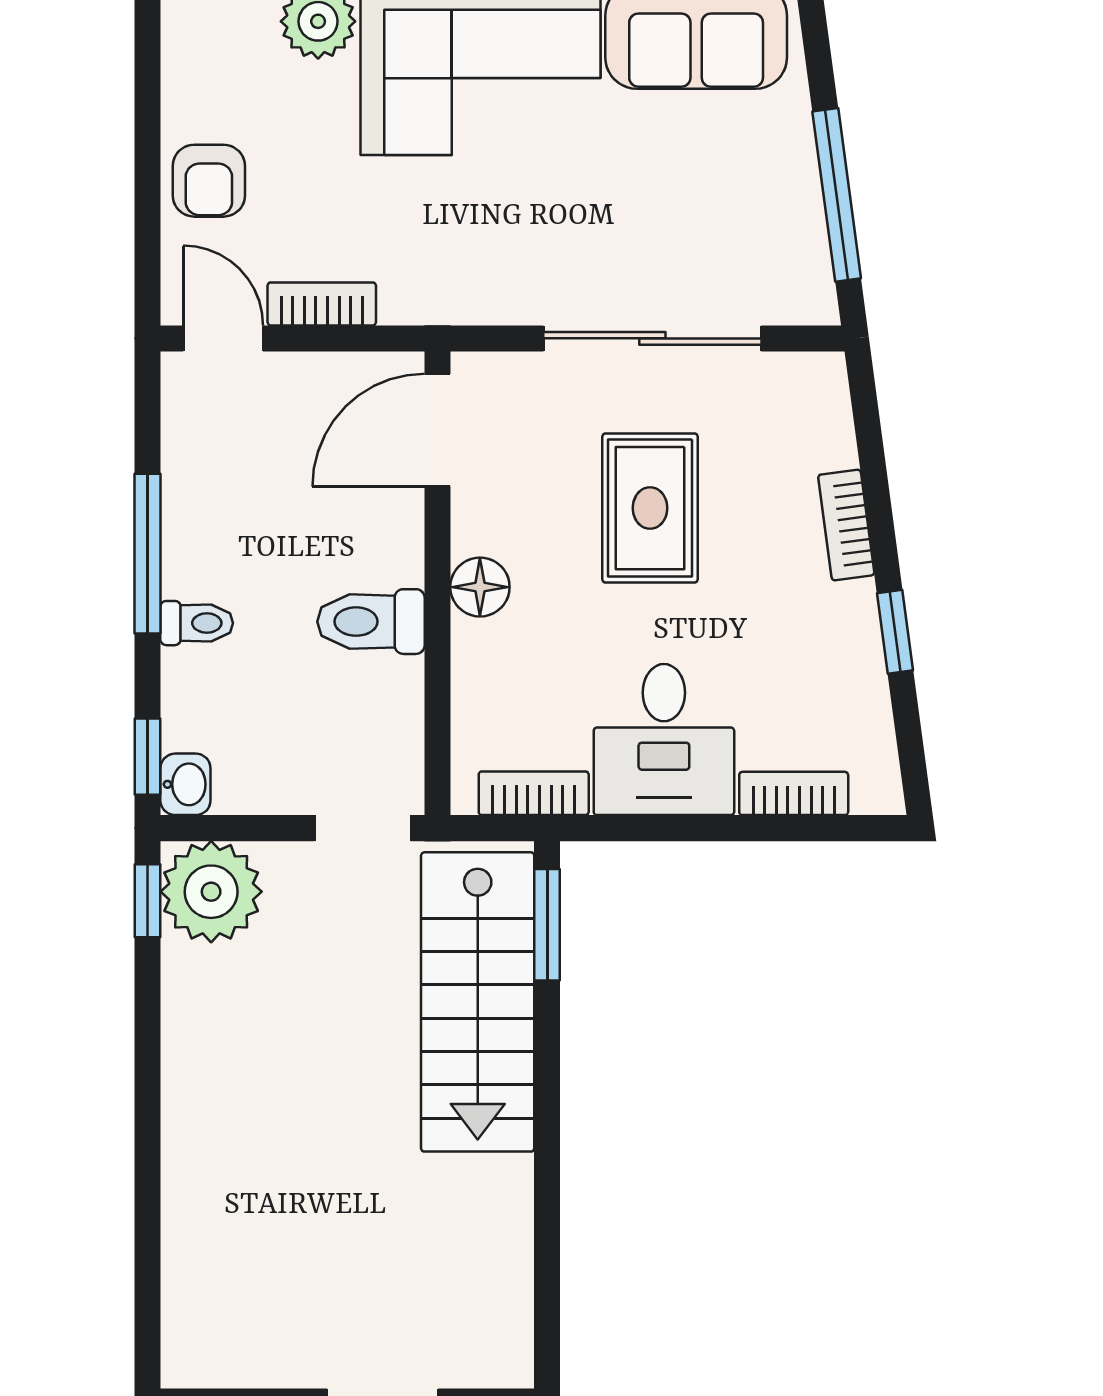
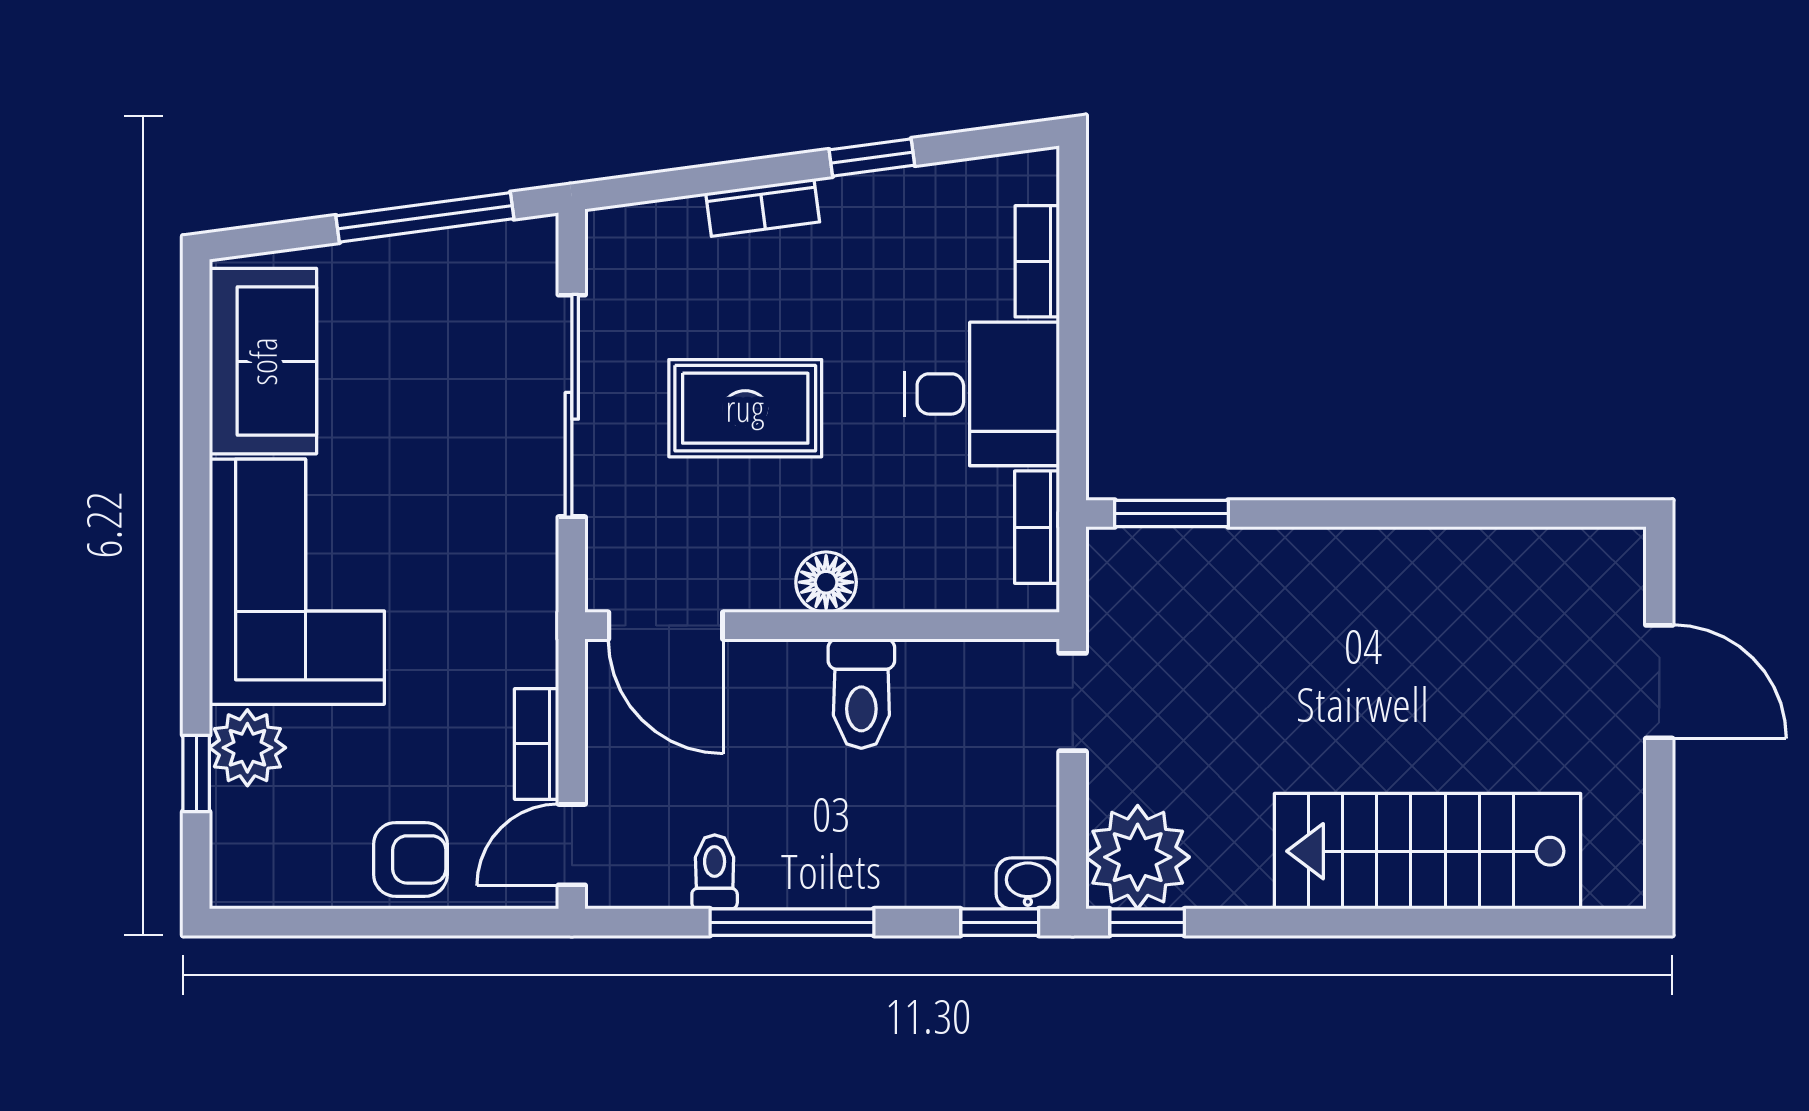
toilet: (197, 623) -> (715, 872), moved
stairs: (478, 1002) -> (1428, 851), moved, turned 180

